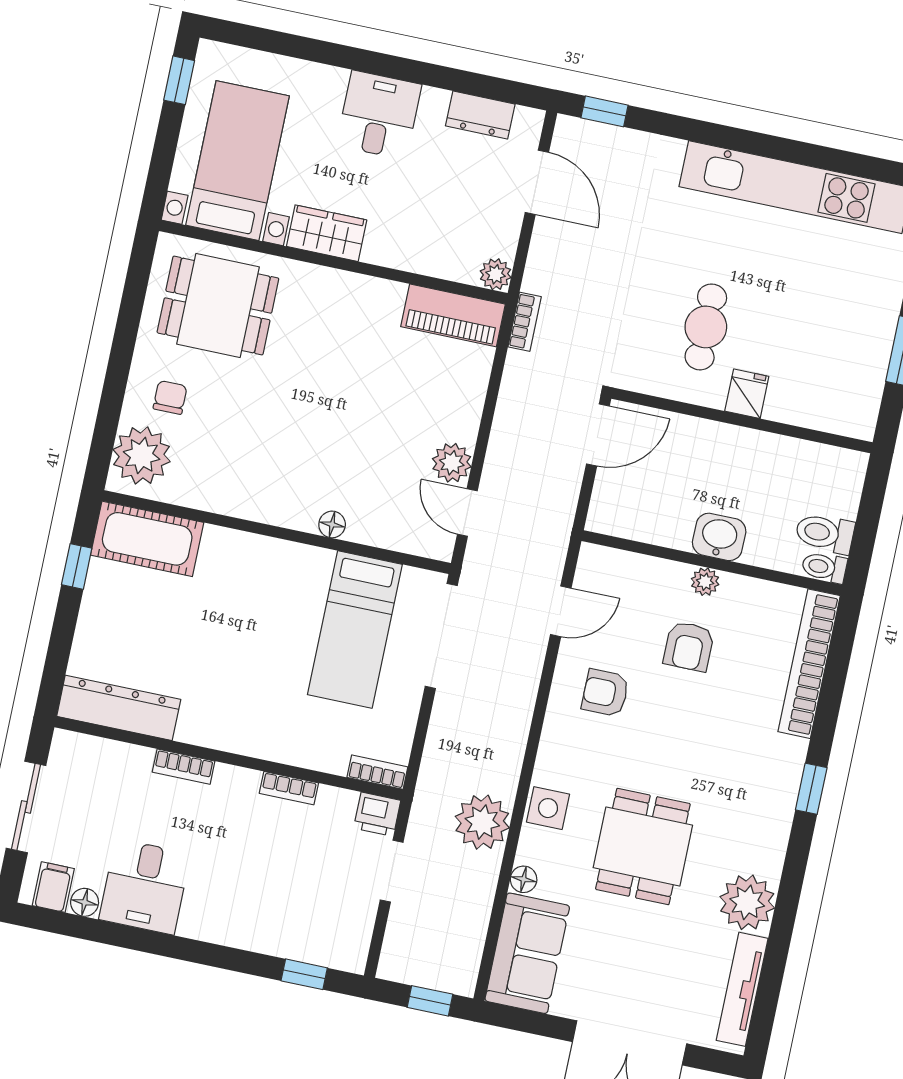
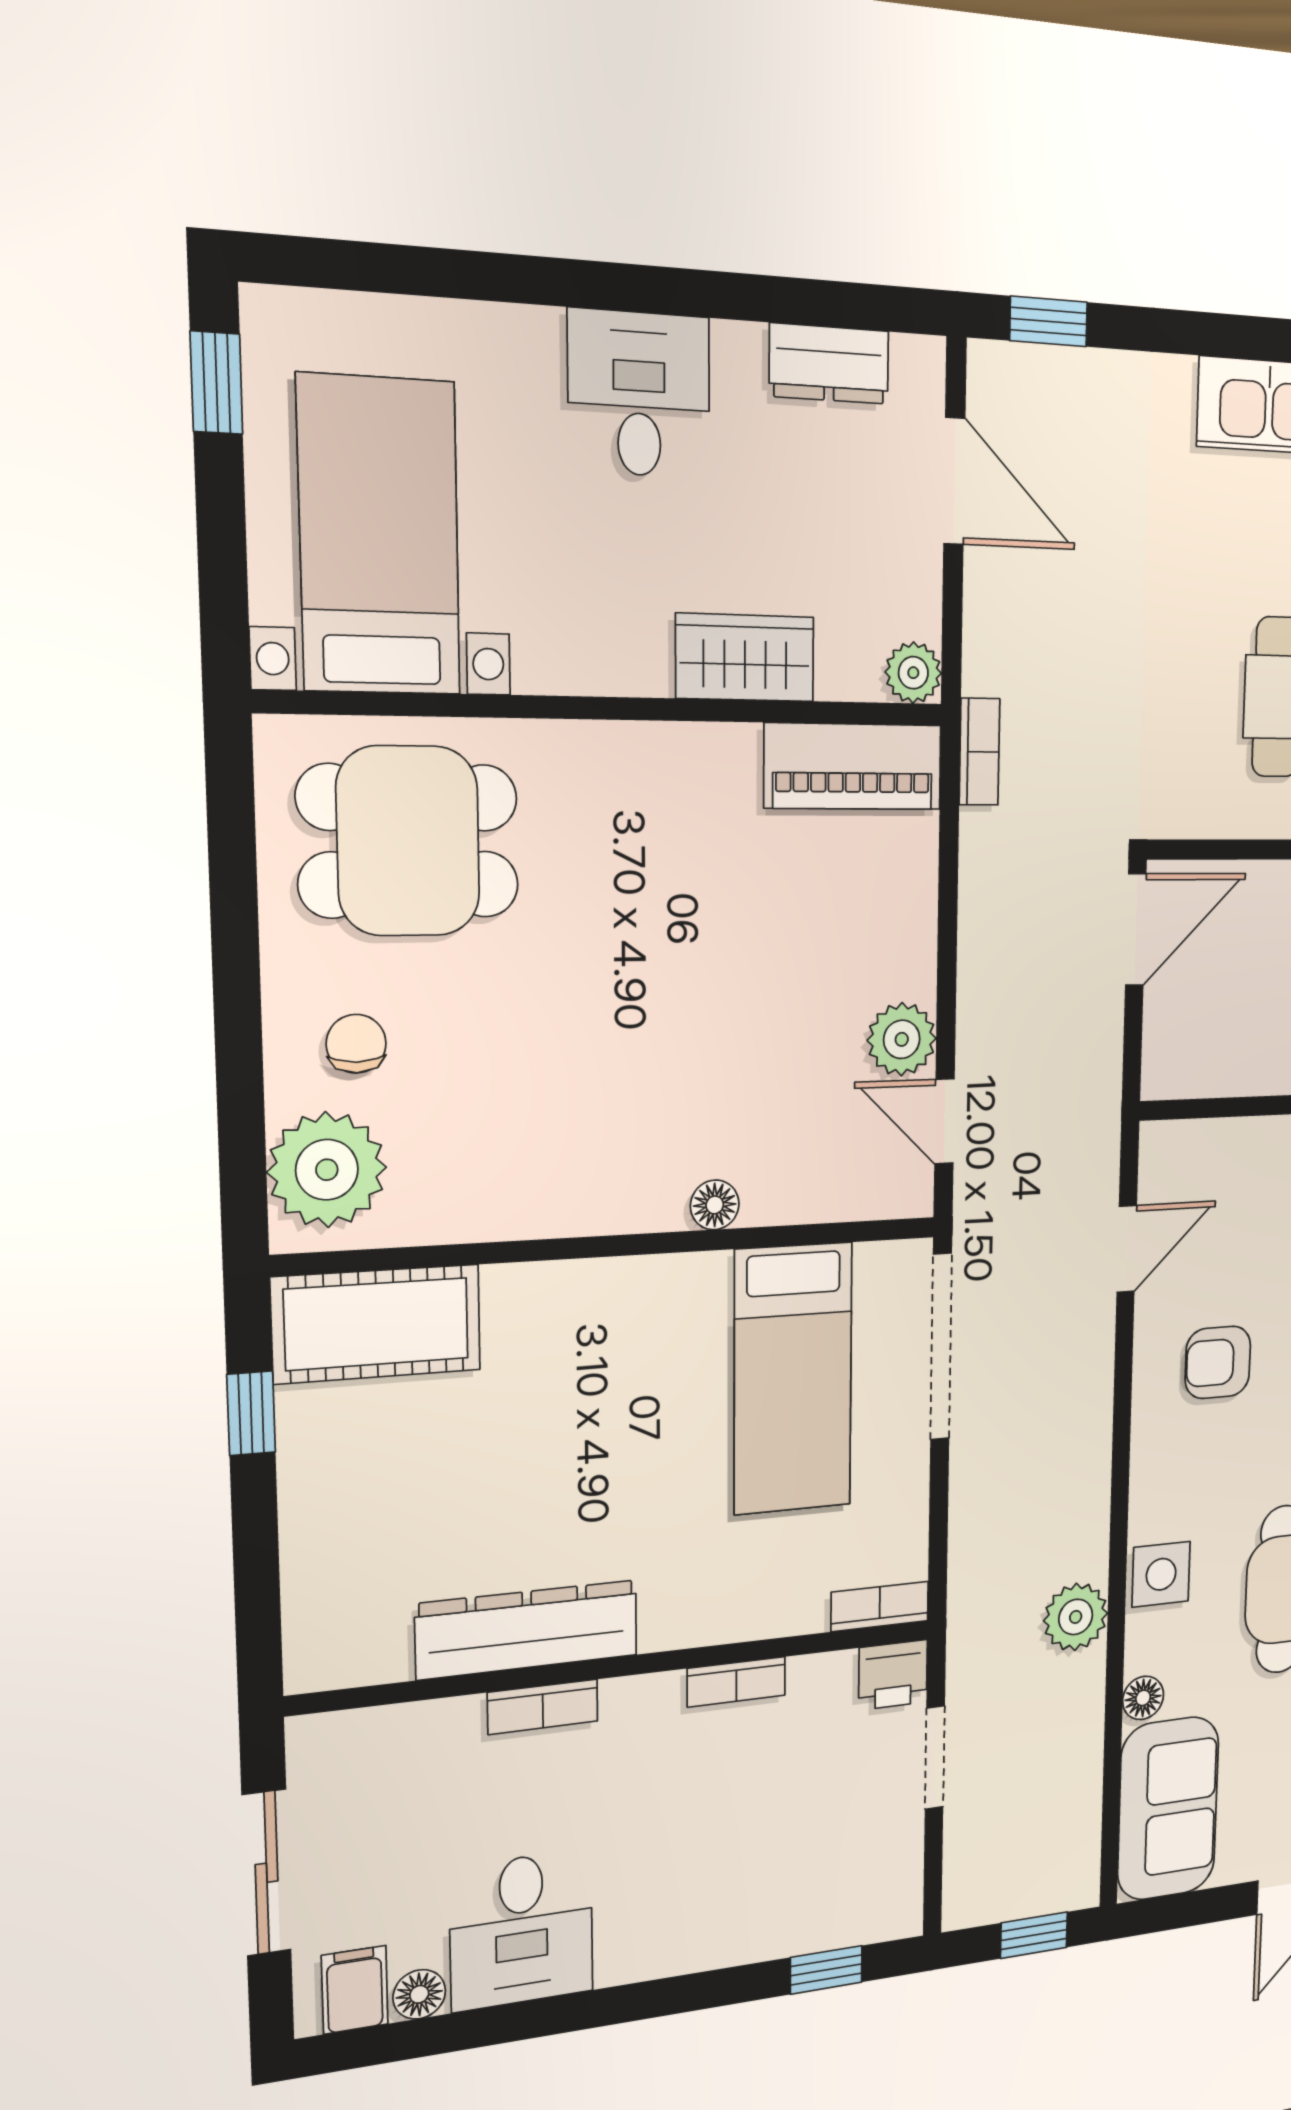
wardrobe: (327, 233) -> (745, 658), moved
dresser: (119, 708) -> (527, 1630), moved
plant: (482, 822) -> (1076, 1617), width x0.73, depth x0.73

